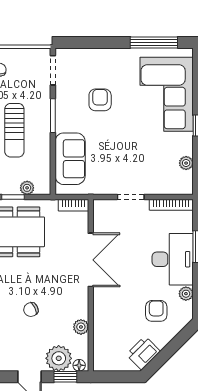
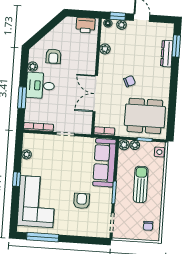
armchair: (100, 100) -> (82, 201), turned 180
sofa: (70, 159) -> (104, 163), width x1.36
plant: (43, 187) -> (124, 145), added
desk: (173, 259) -> (40, 86), width x0.73
chair: (31, 310) -> (129, 81), moved
printer: (143, 353) -> (86, 25), moved, turned 45
plant: (59, 358) -> (122, 25), width x0.53, depth x0.53

